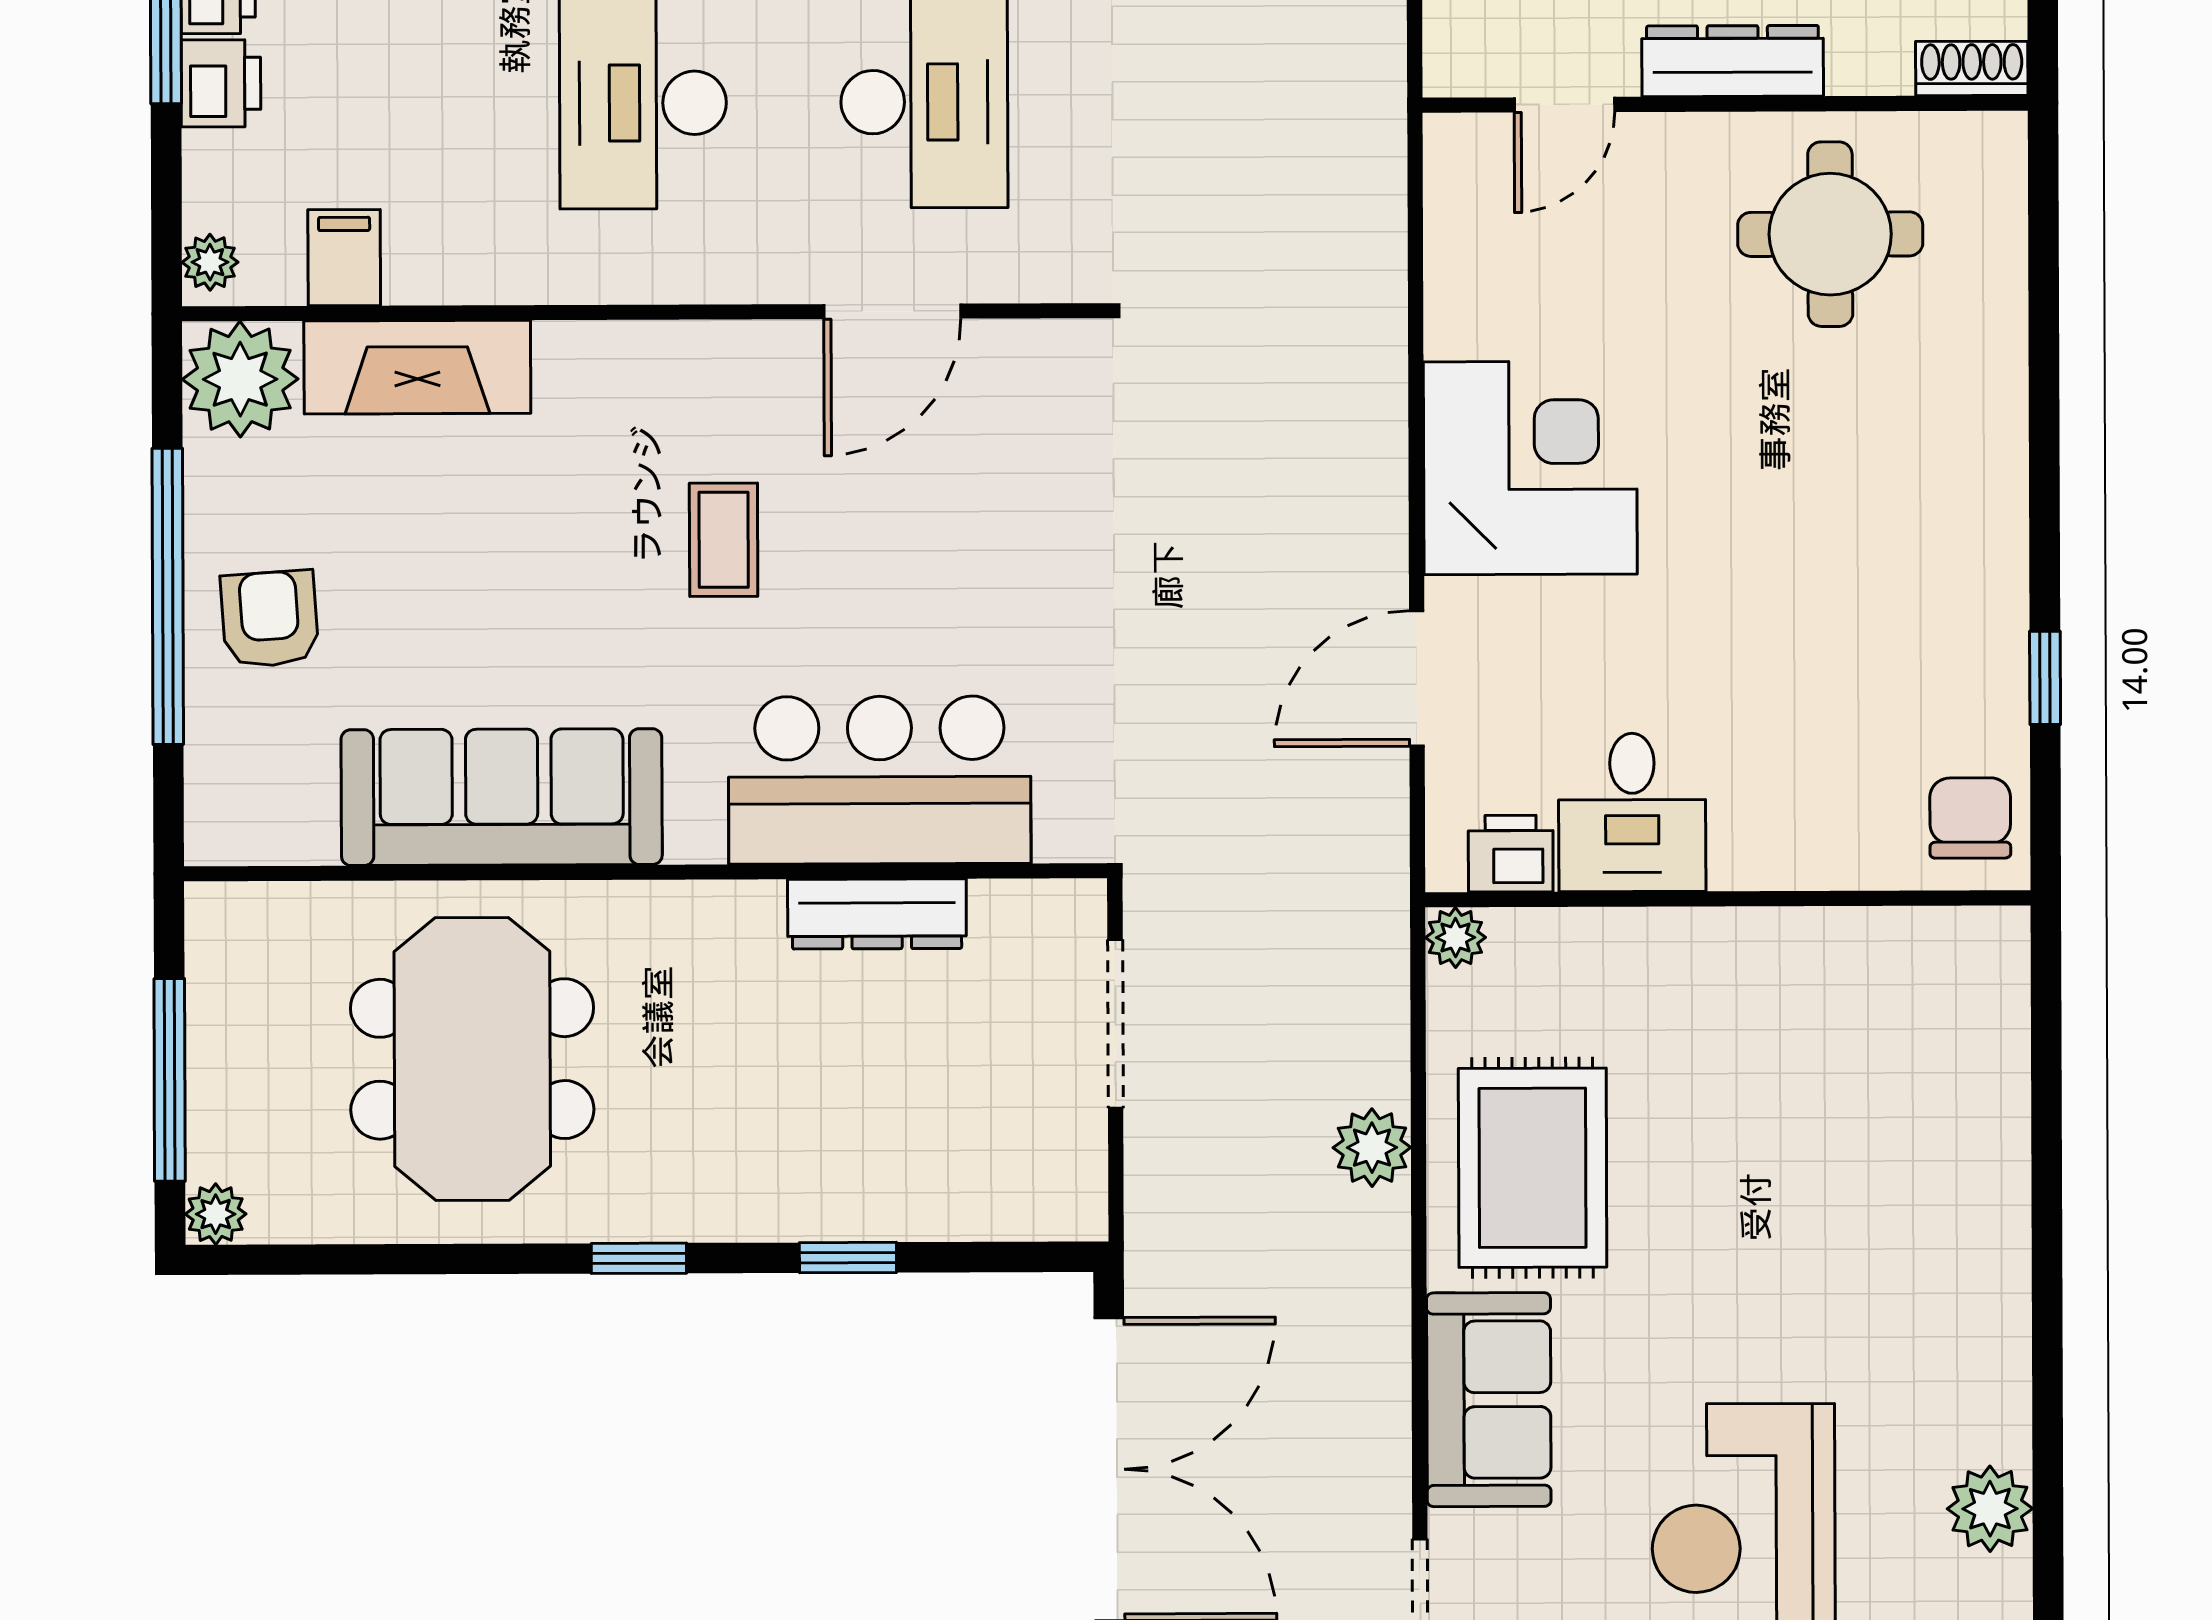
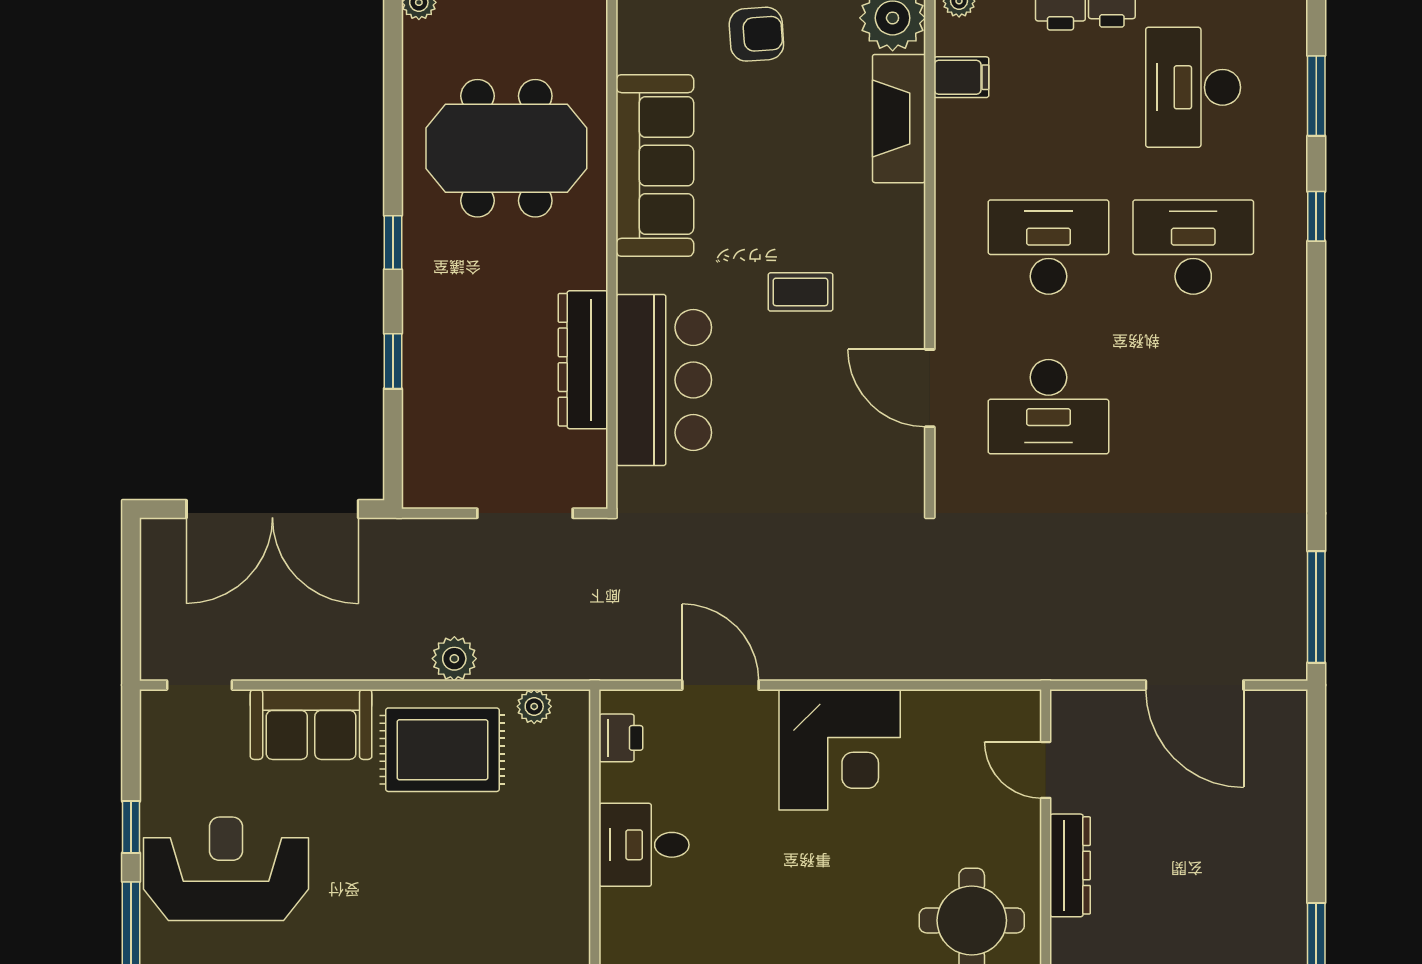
desk: (1632, 812) -> (644, 845), moved
dresser: (877, 914) -> (583, 360), width x1.37, depth x1.24
plant: (1456, 937) -> (534, 706), moved

